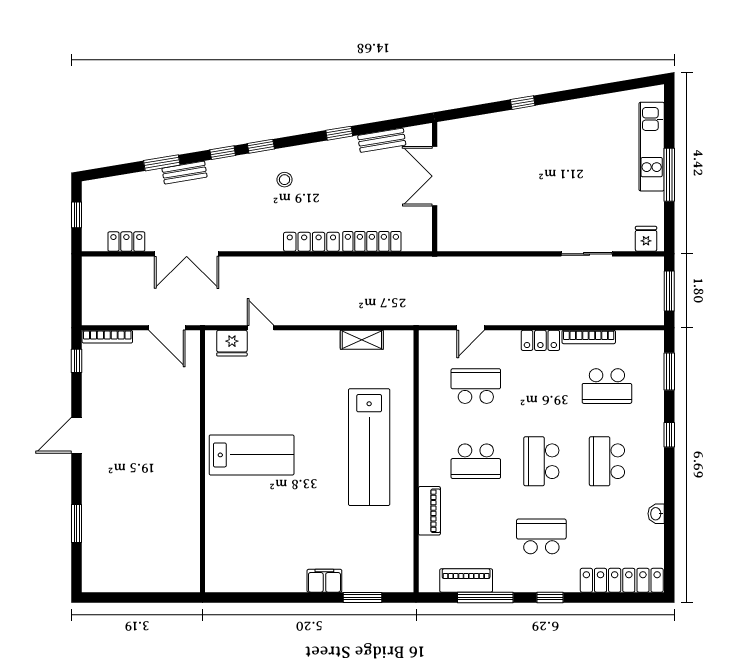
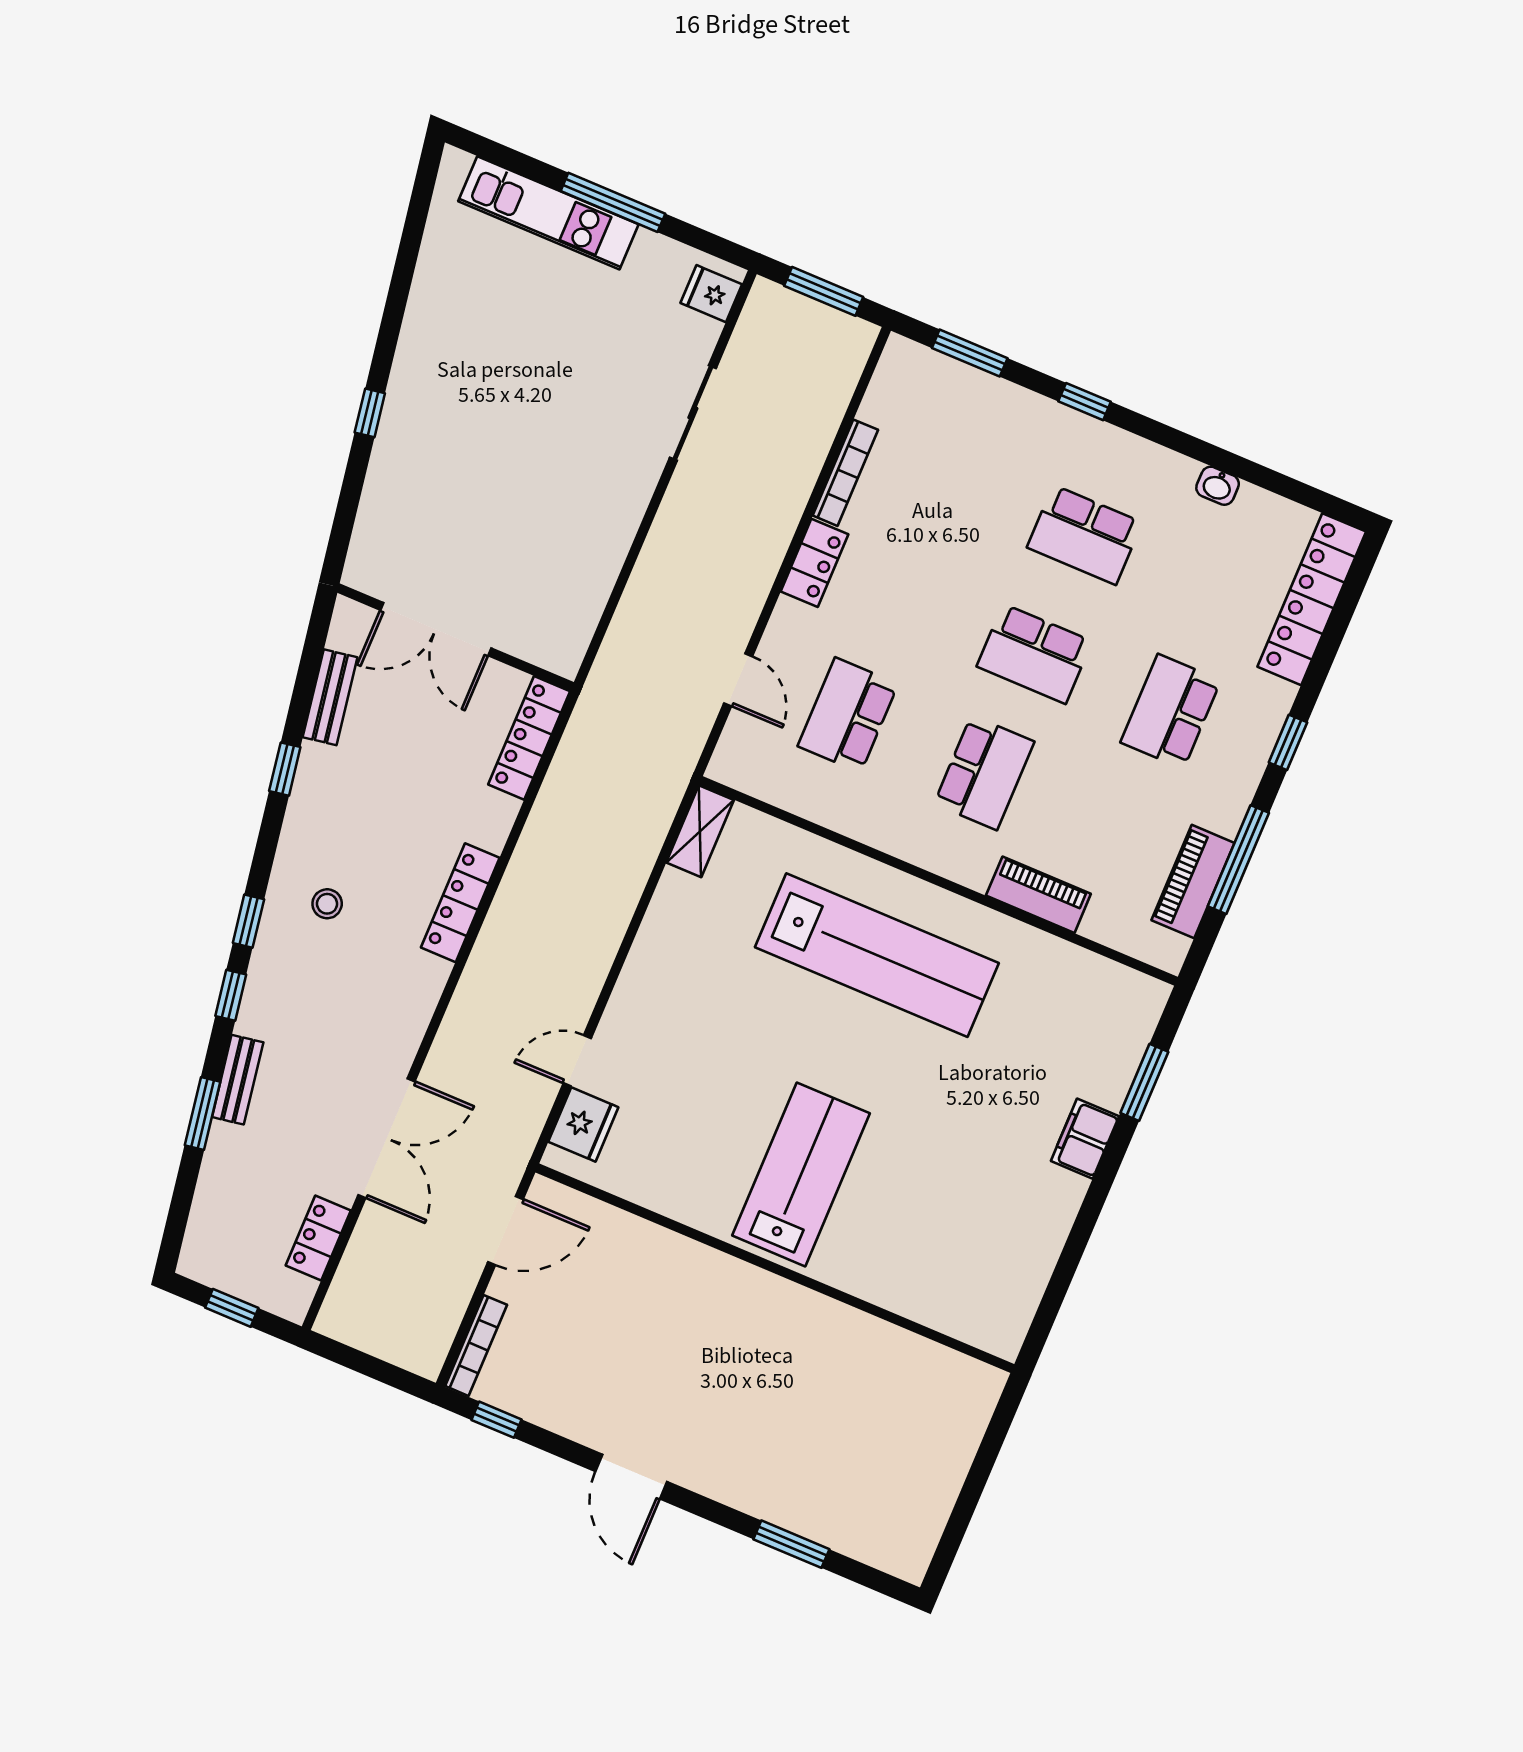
locker: (372, 241) -> (529, 738), moved
shelving: (362, 340) -> (700, 831), moved
school desk: (607, 386) -> (948, 477), removed

